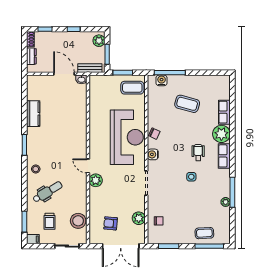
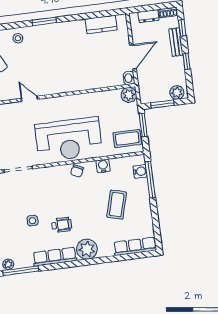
bench: (90, 68) -> (176, 42), moved
coffee table: (132, 88) -> (127, 138), turned 90
row of seats: (224, 112) -> (135, 246), moved, width x1.48
kitchen counter: (33, 114) -> (101, 24), moved
water cooler: (153, 154) -> (103, 166), moved
row of seats: (224, 156) -> (55, 257), width x1.48
door: (88, 166) -> (29, 99), hinge flipped
plant: (96, 180) -> (129, 95), moved

